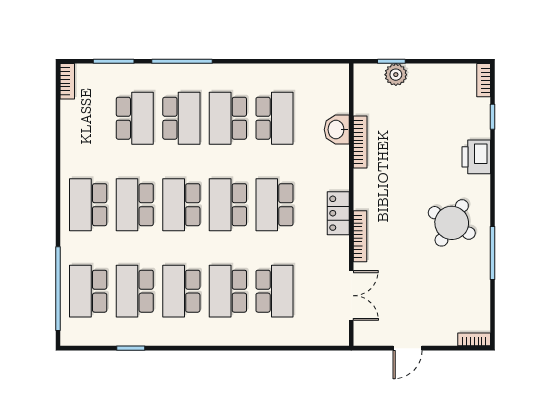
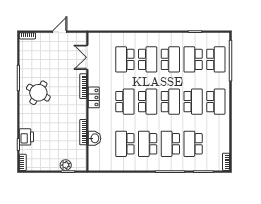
school desk: (228, 118) -> (148, 144), turned 180
printer: (476, 157) -> (26, 137), moved
school desk: (135, 291) -> (193, 59), turned 180

